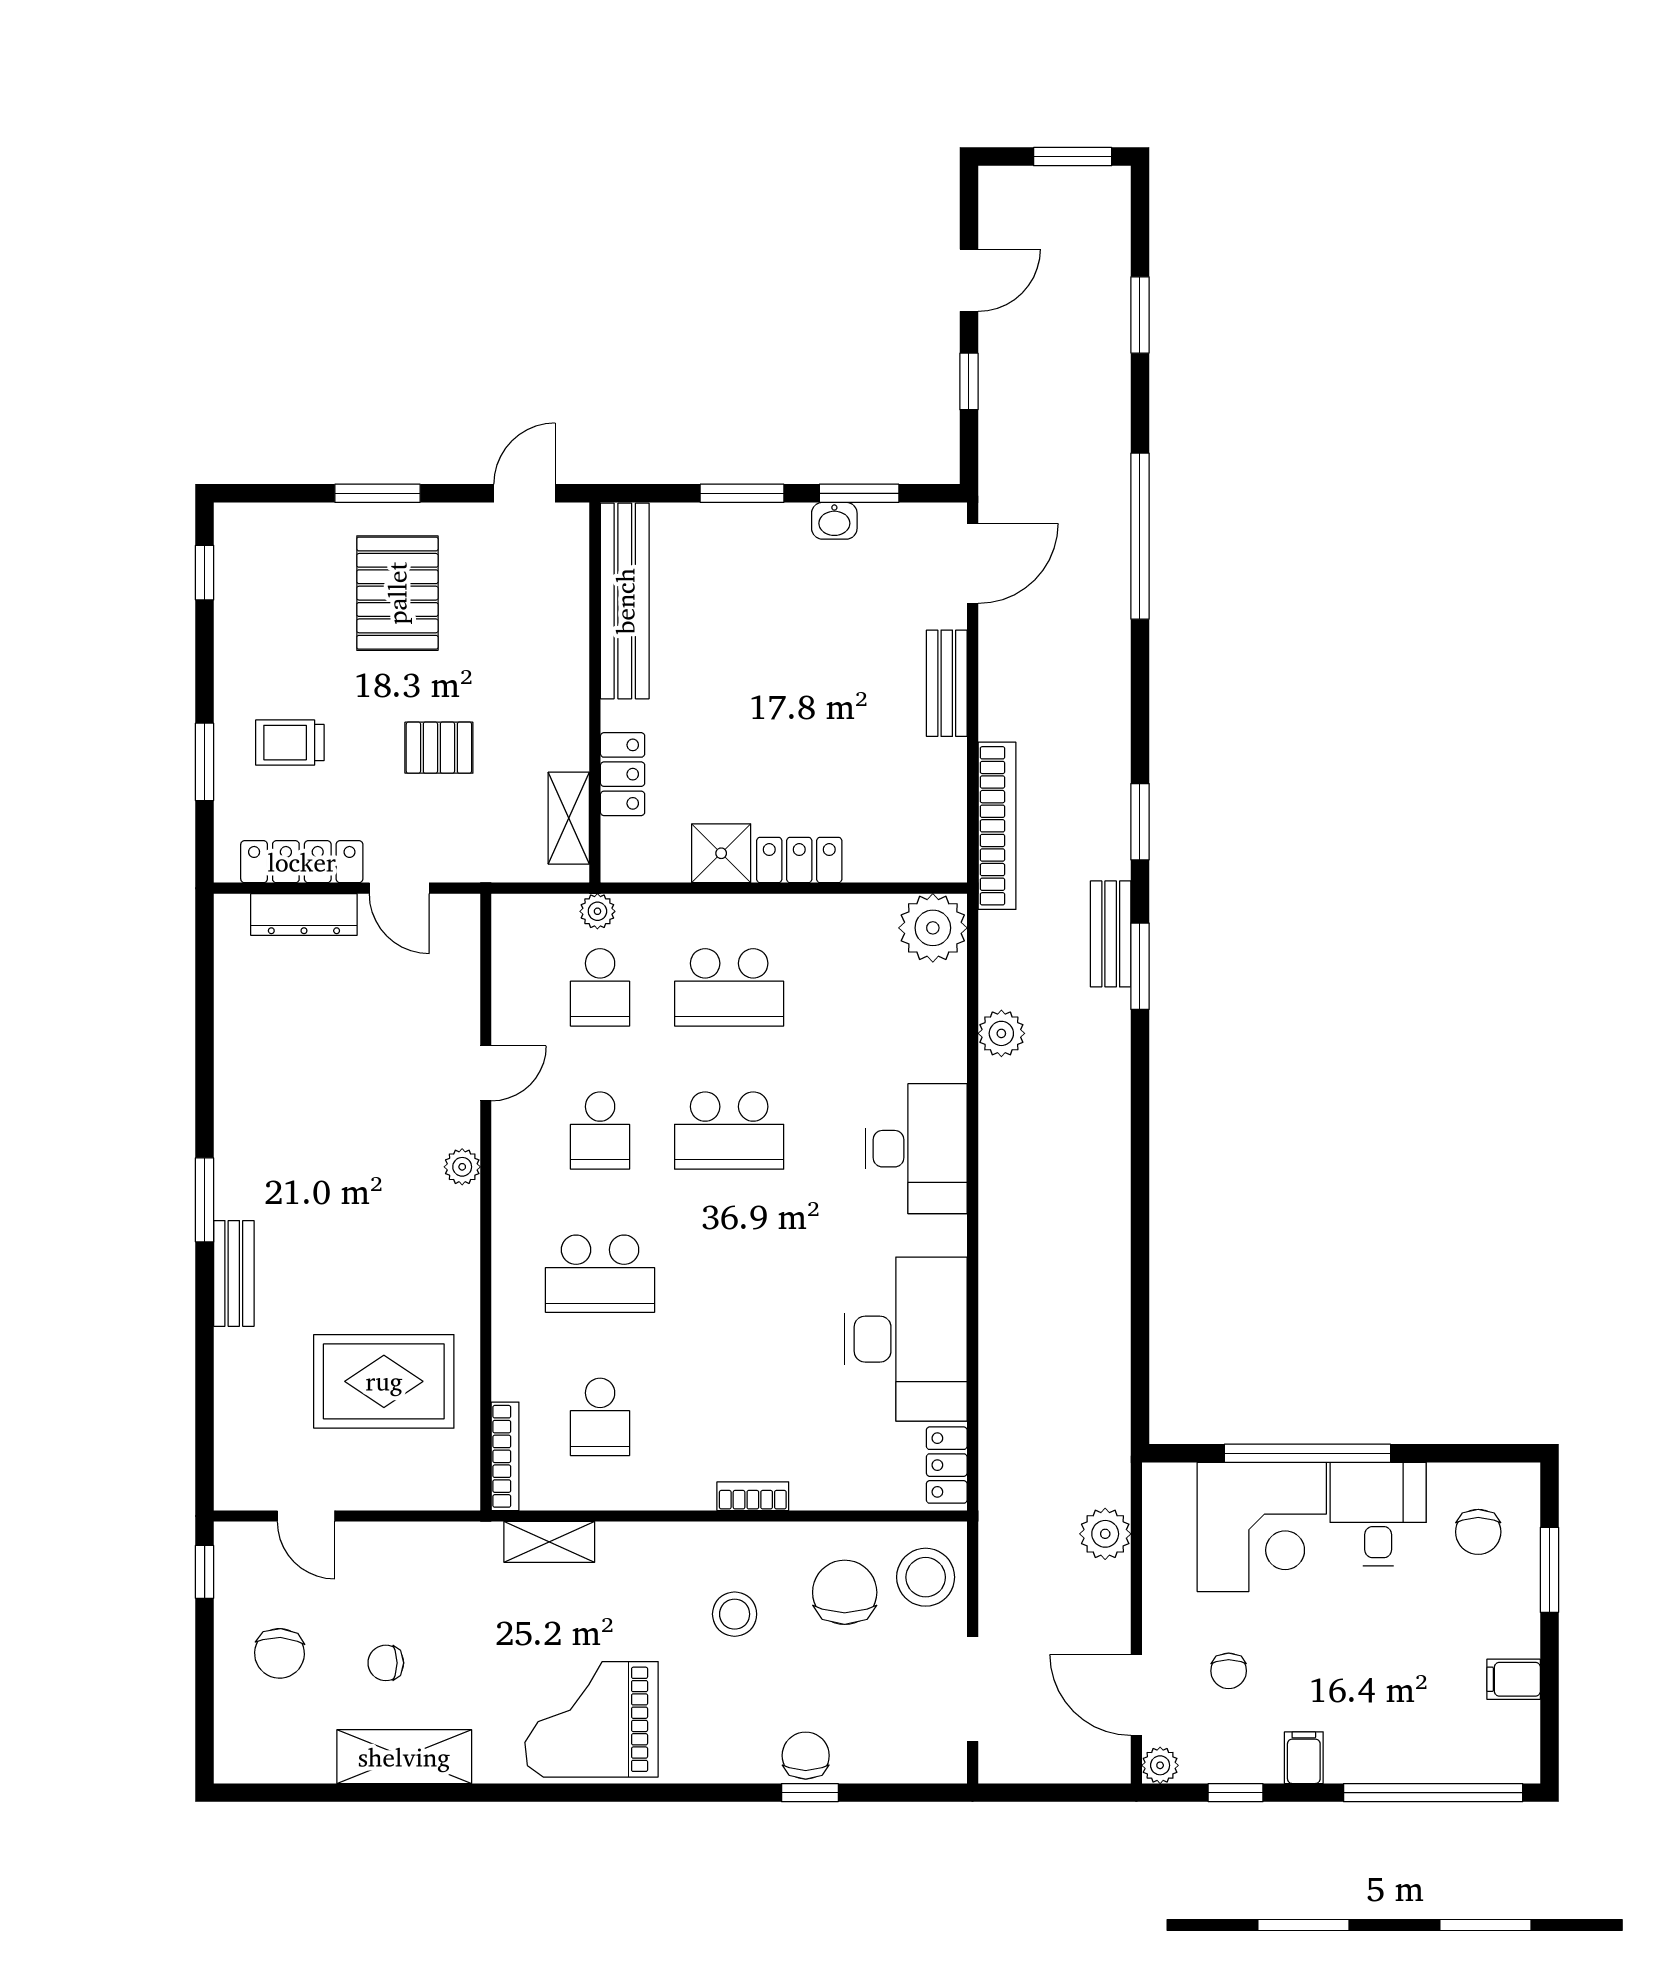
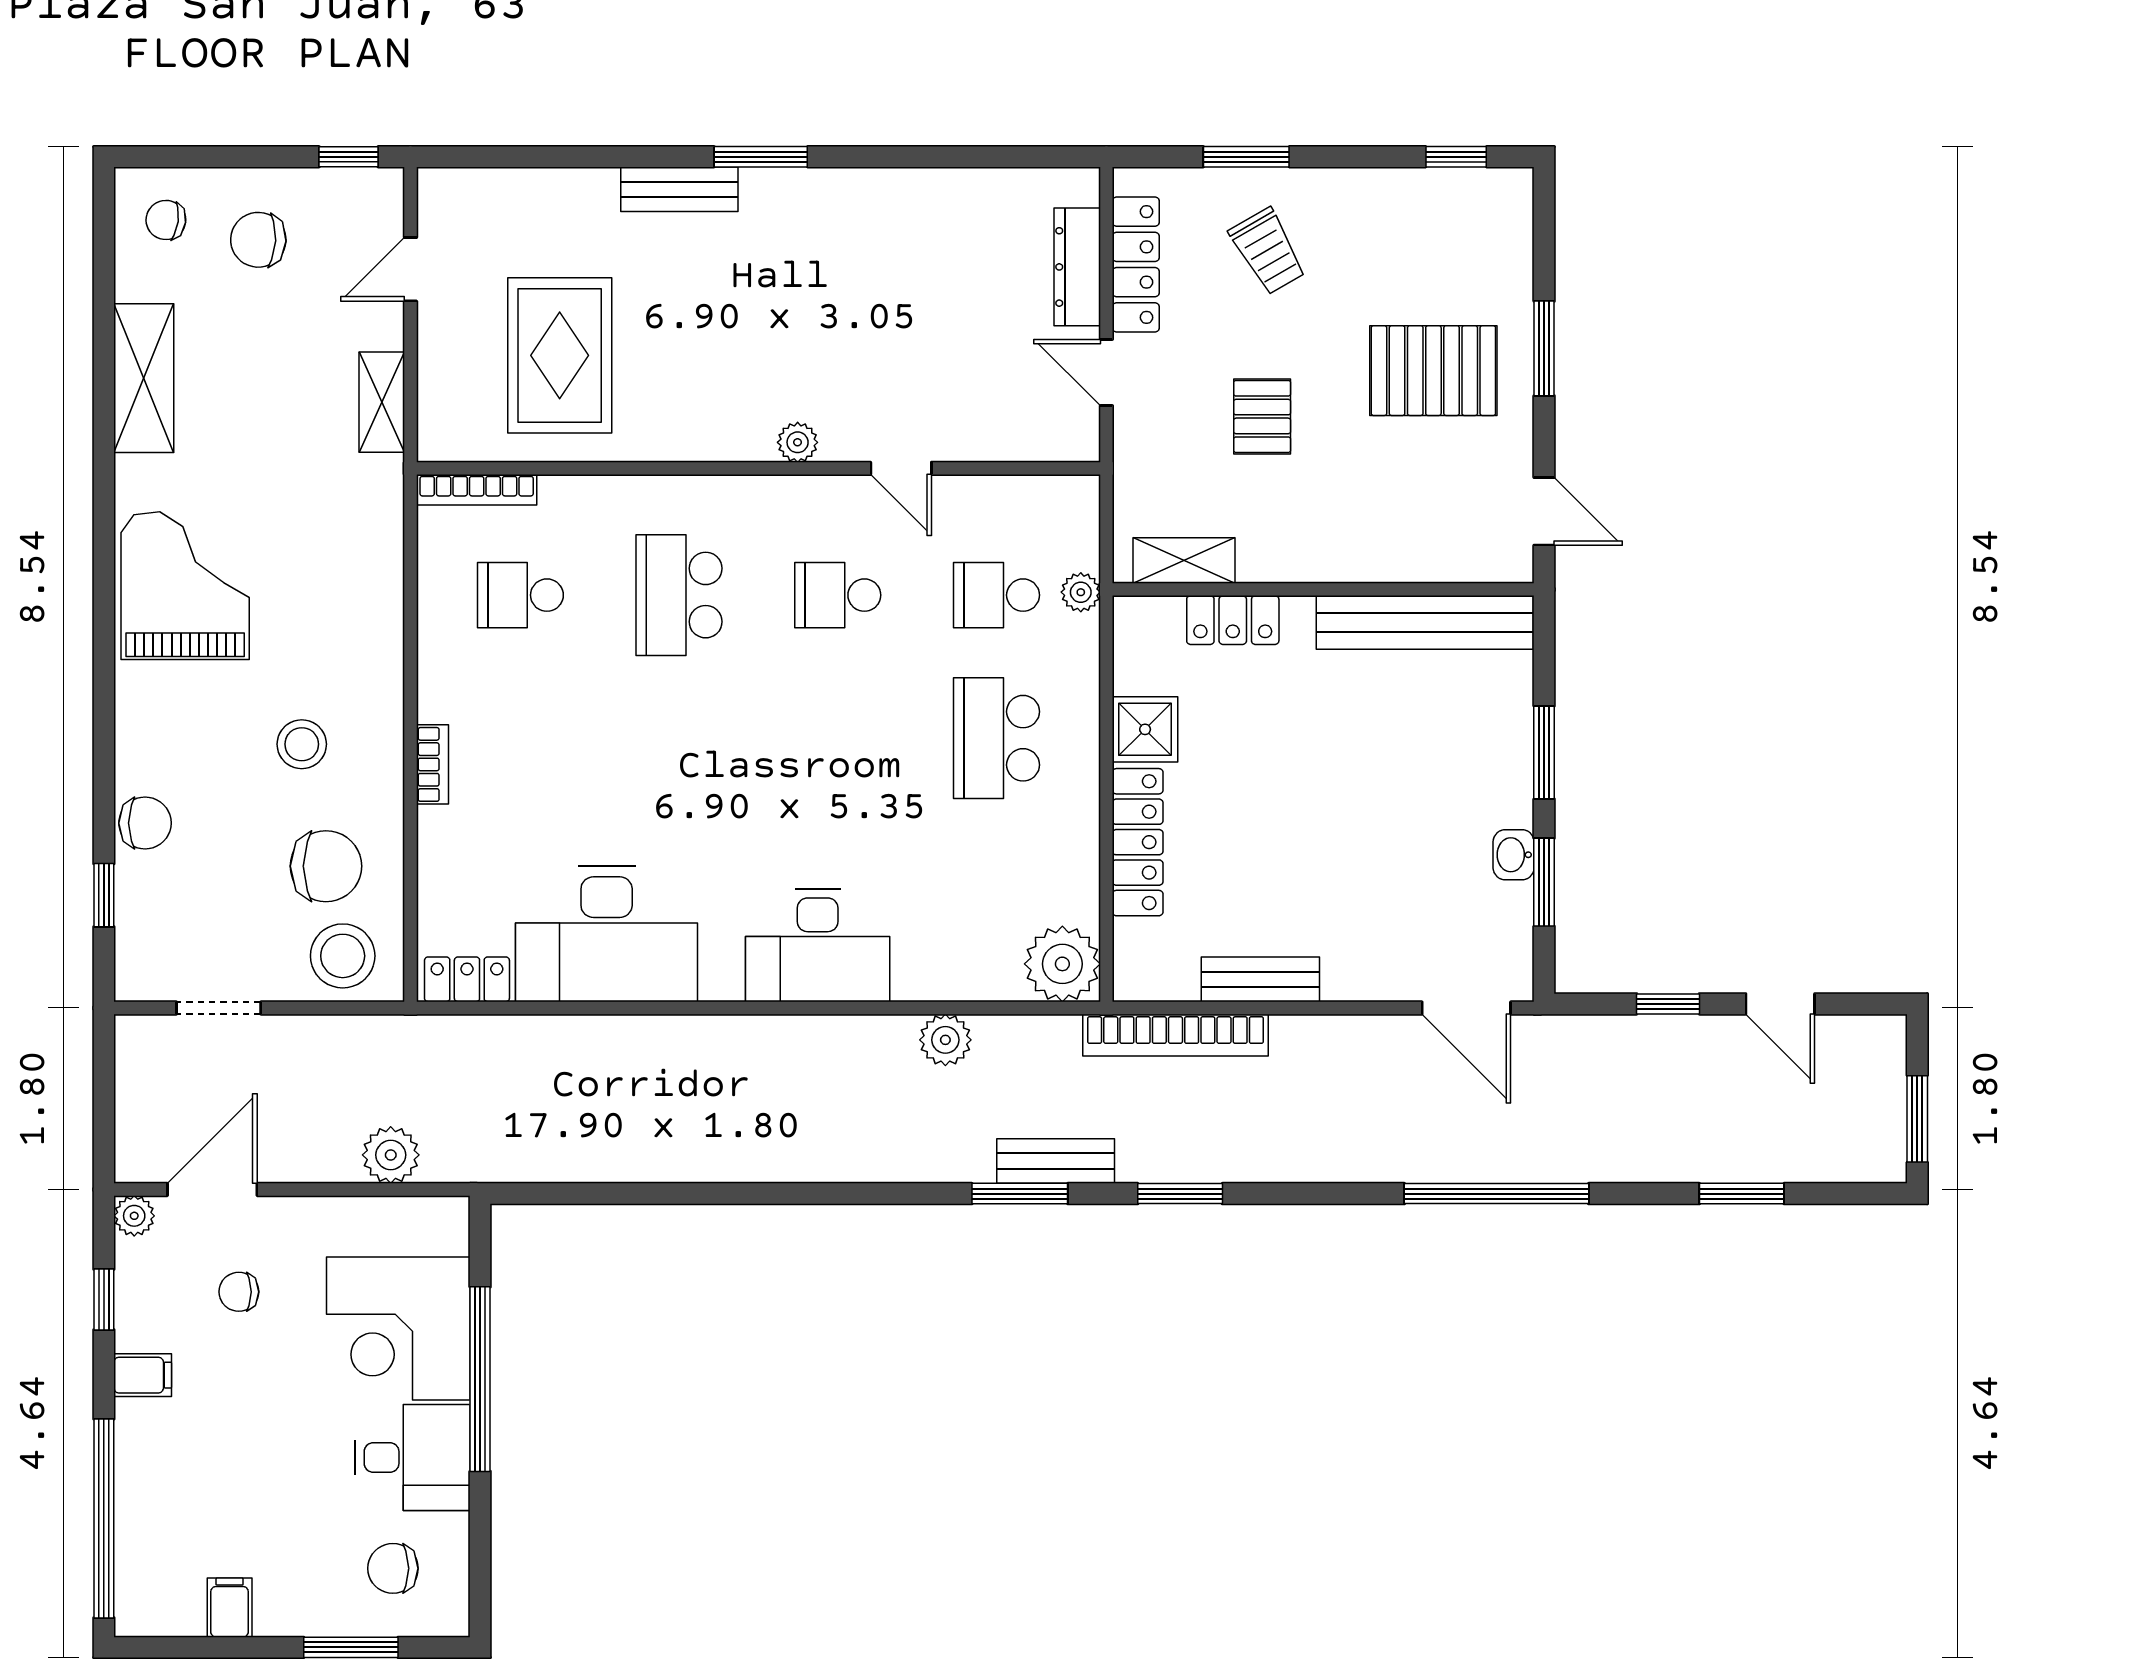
bench: (947, 683) -> (1260, 979), moved
trolley: (290, 743) -> (1268, 251), turned 150
locker: (799, 860) -> (1138, 842), width x1.53
door: (399, 888) -> (1106, 373), hinge flipped
school desk: (729, 1131) -> (838, 738), removed
shelving: (549, 1542) -> (382, 402), moved
chair: (386, 1663) -> (166, 220), moved, turned -82
doorway: (973, 1689) -> (219, 1008), width x0.73
window: (810, 1793) -> (104, 895), moved

